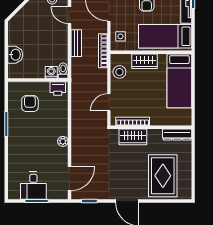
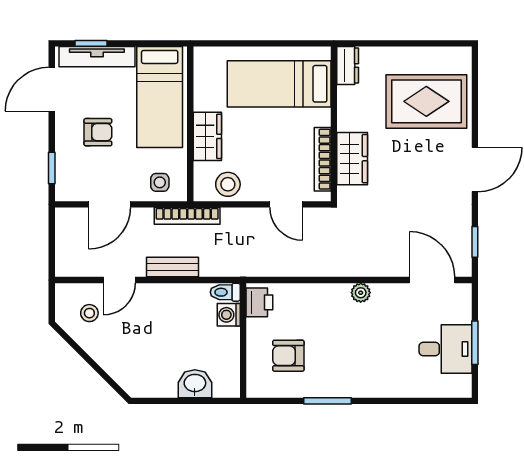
bed: (179, 81) -> (279, 84), moved, turned 180
dresser: (177, 135) -> (348, 66), width x0.70

